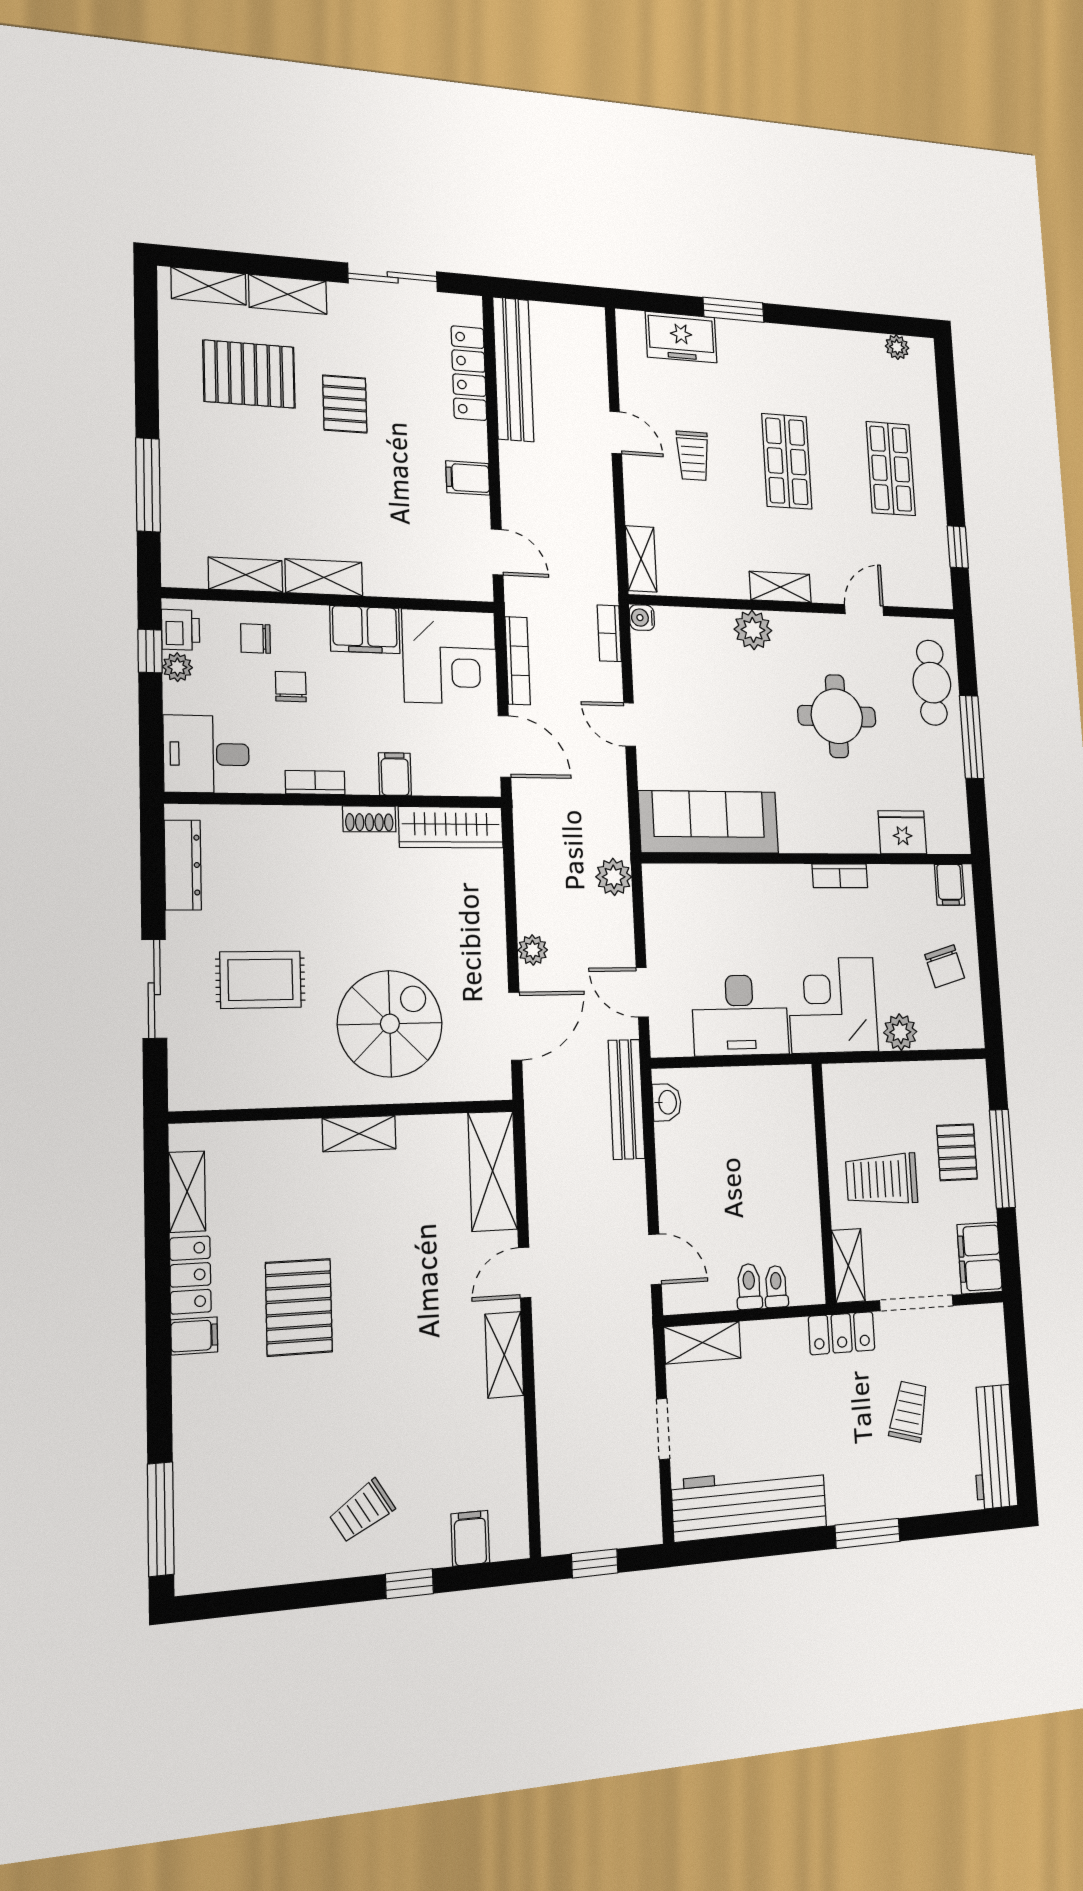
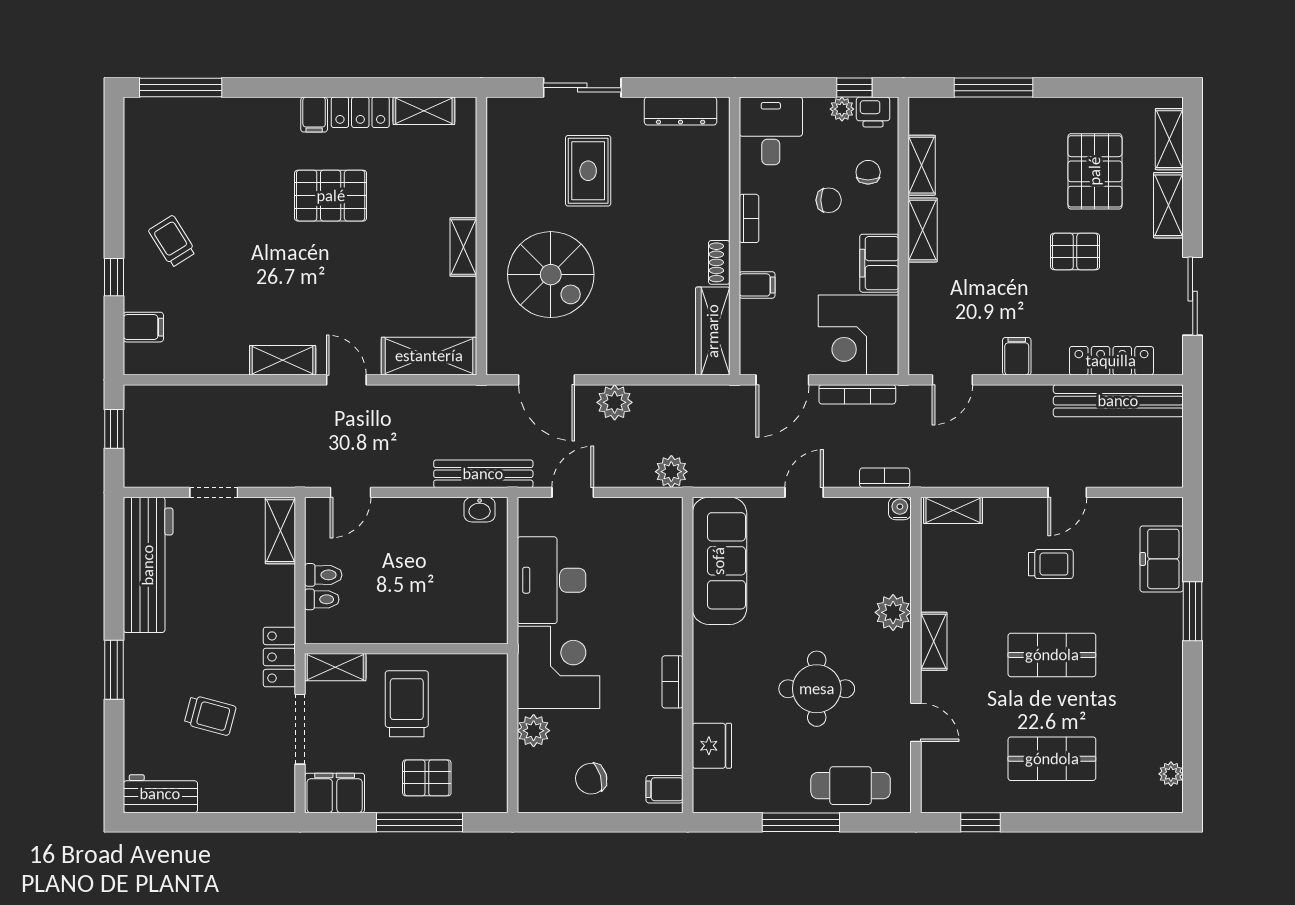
trolley: (693, 456) -> (1051, 564), turned 180
plant: (533, 950) -> (615, 402), width x1.38, depth x1.38
workbench: (994, 1447) -> (160, 794), width x0.73

